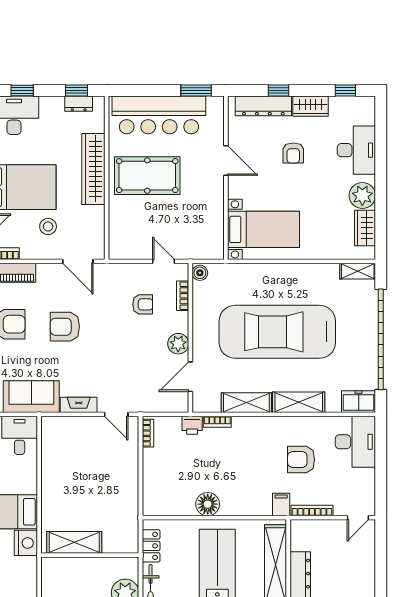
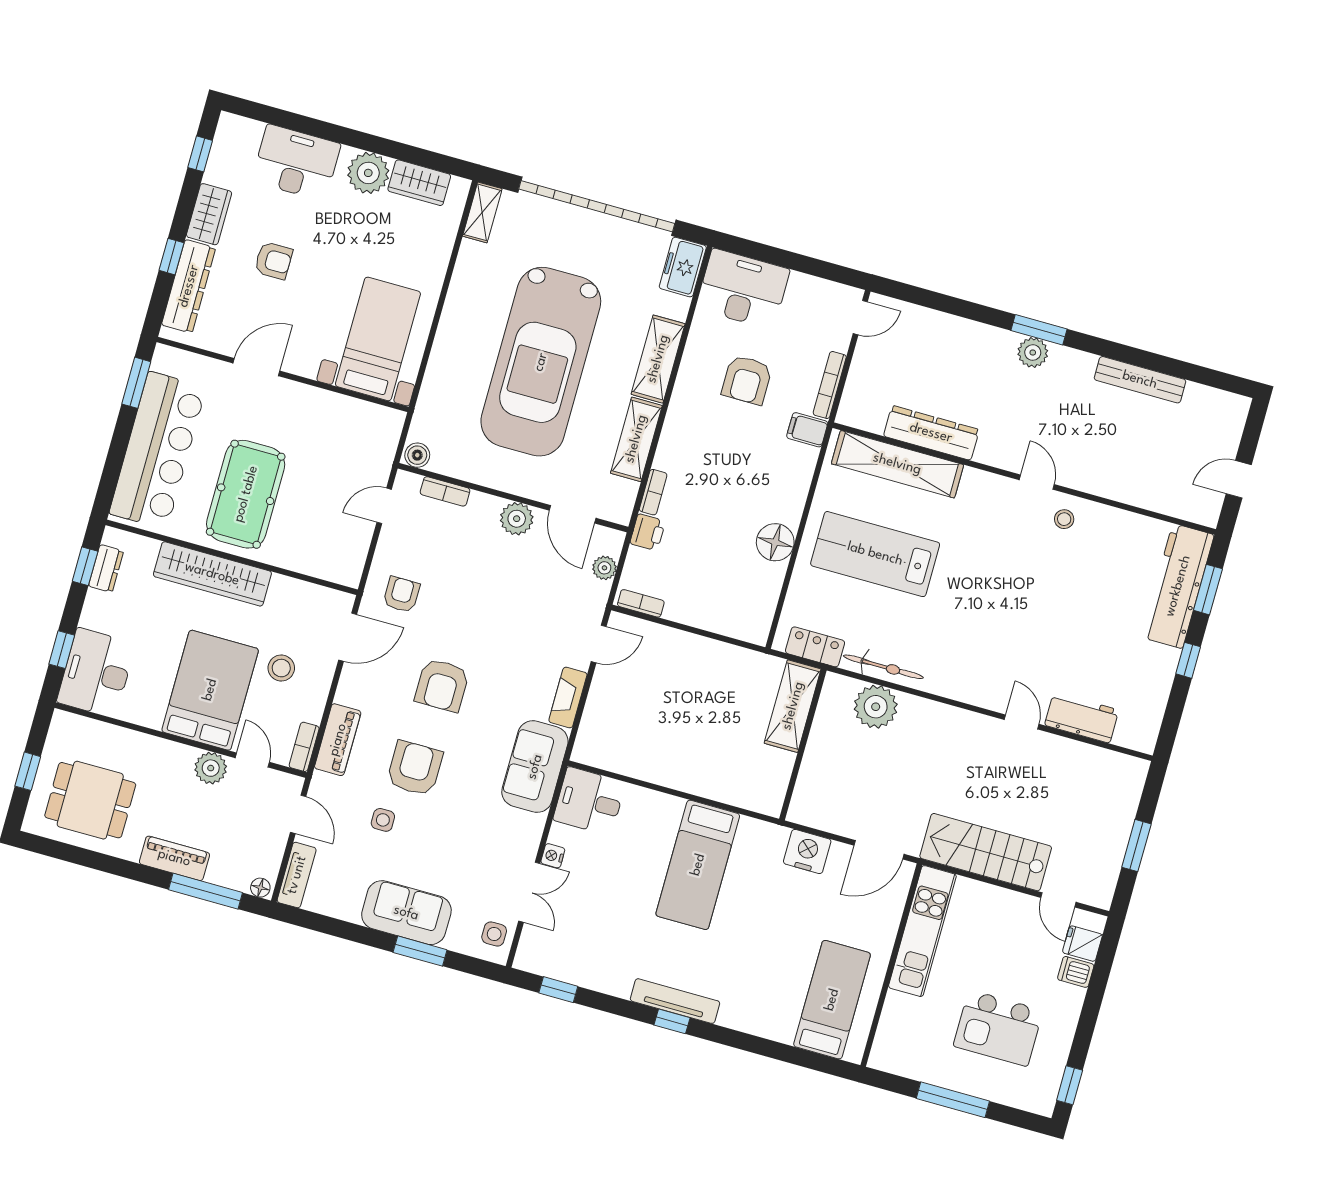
armchair: (143, 304) -> (401, 595), moved
plant: (163, 405) -> (604, 568), added
door: (358, 518) -> (860, 318), hinge flipped
shelving: (74, 542) -> (793, 706), moved
nightstand: (26, 543) -> (807, 851), moved

